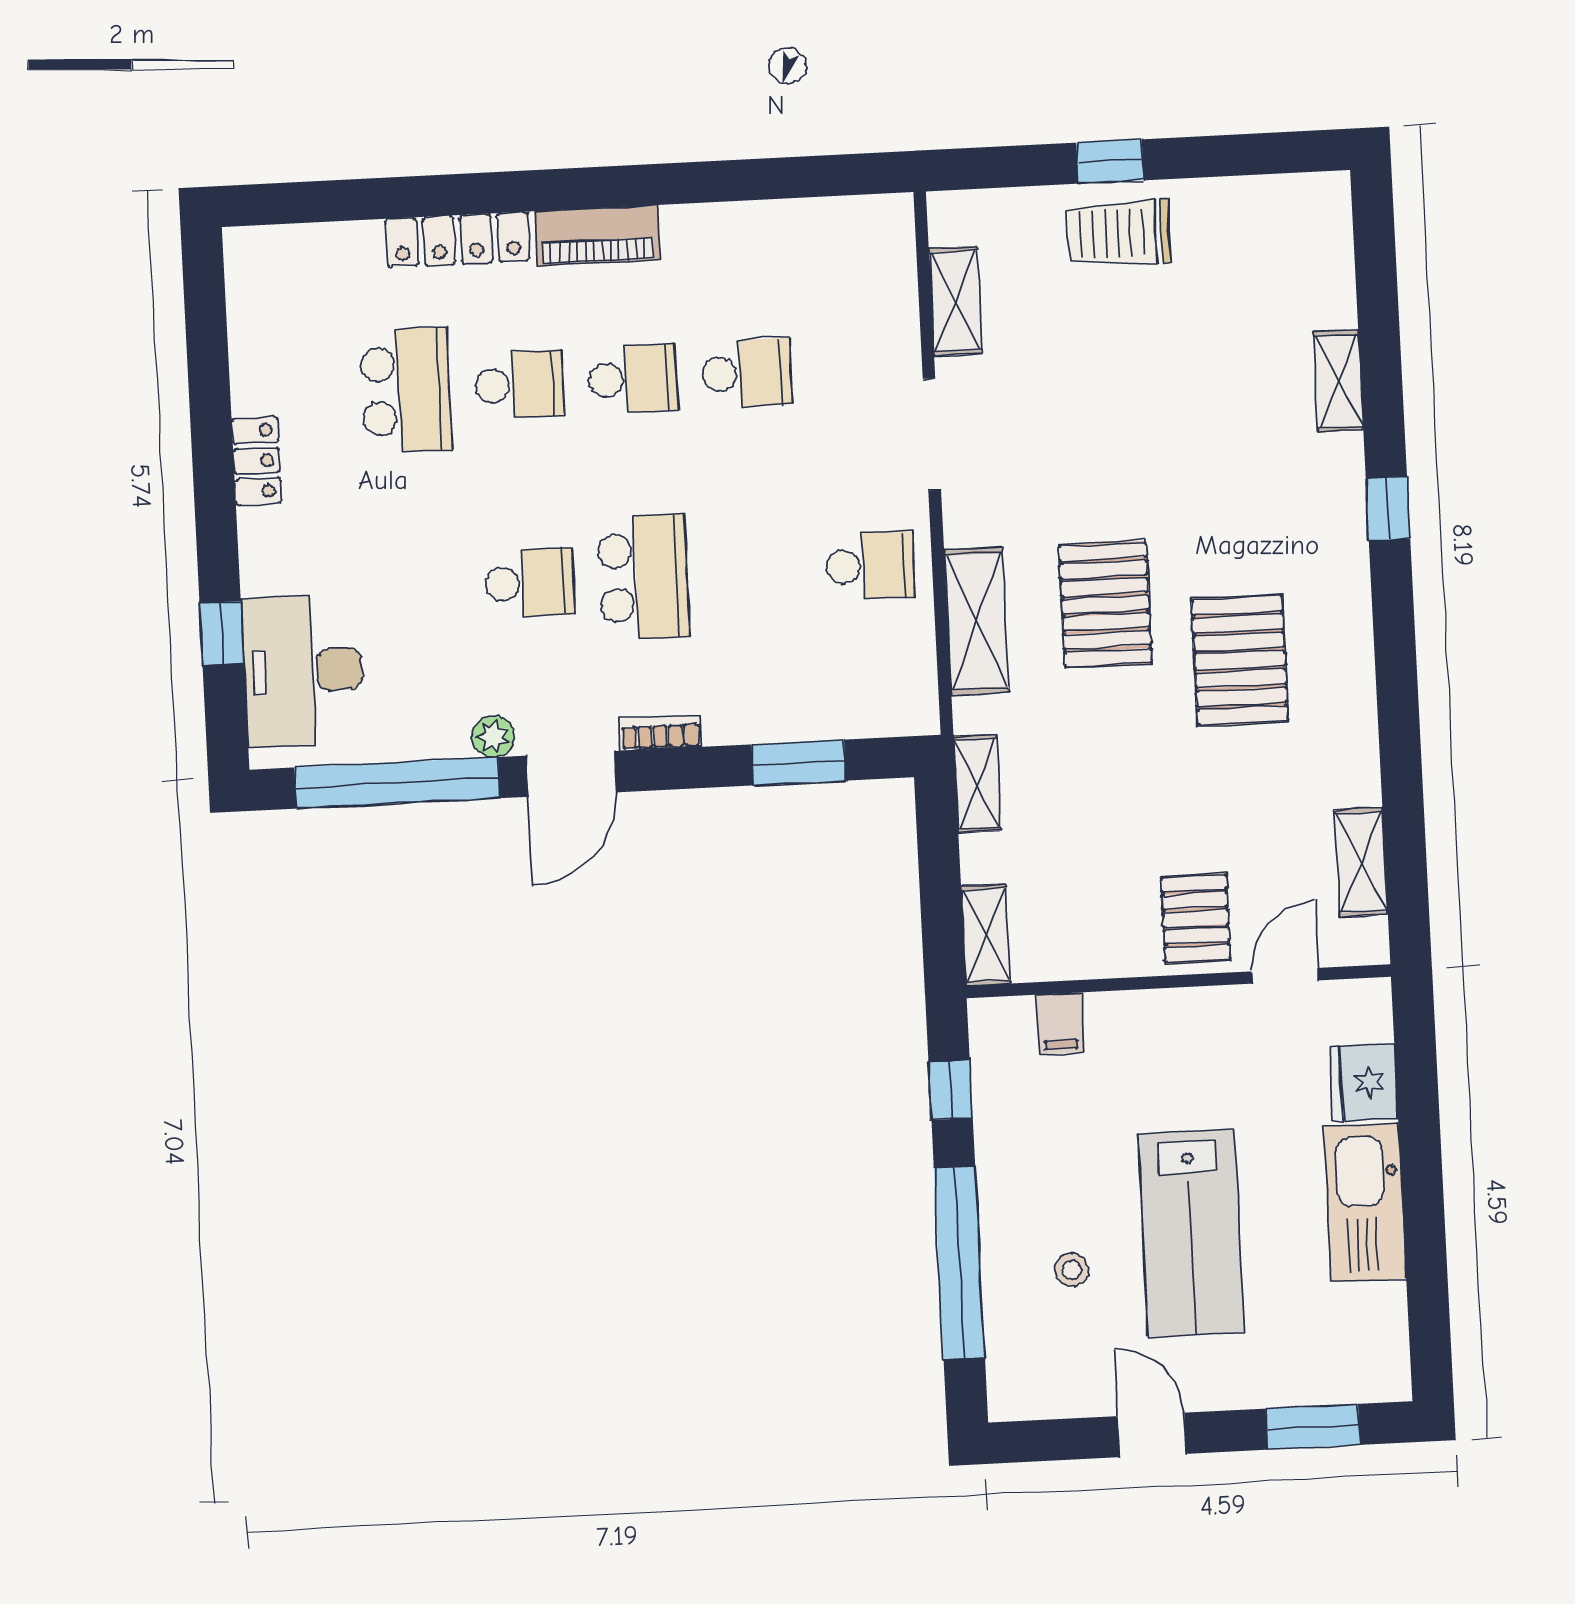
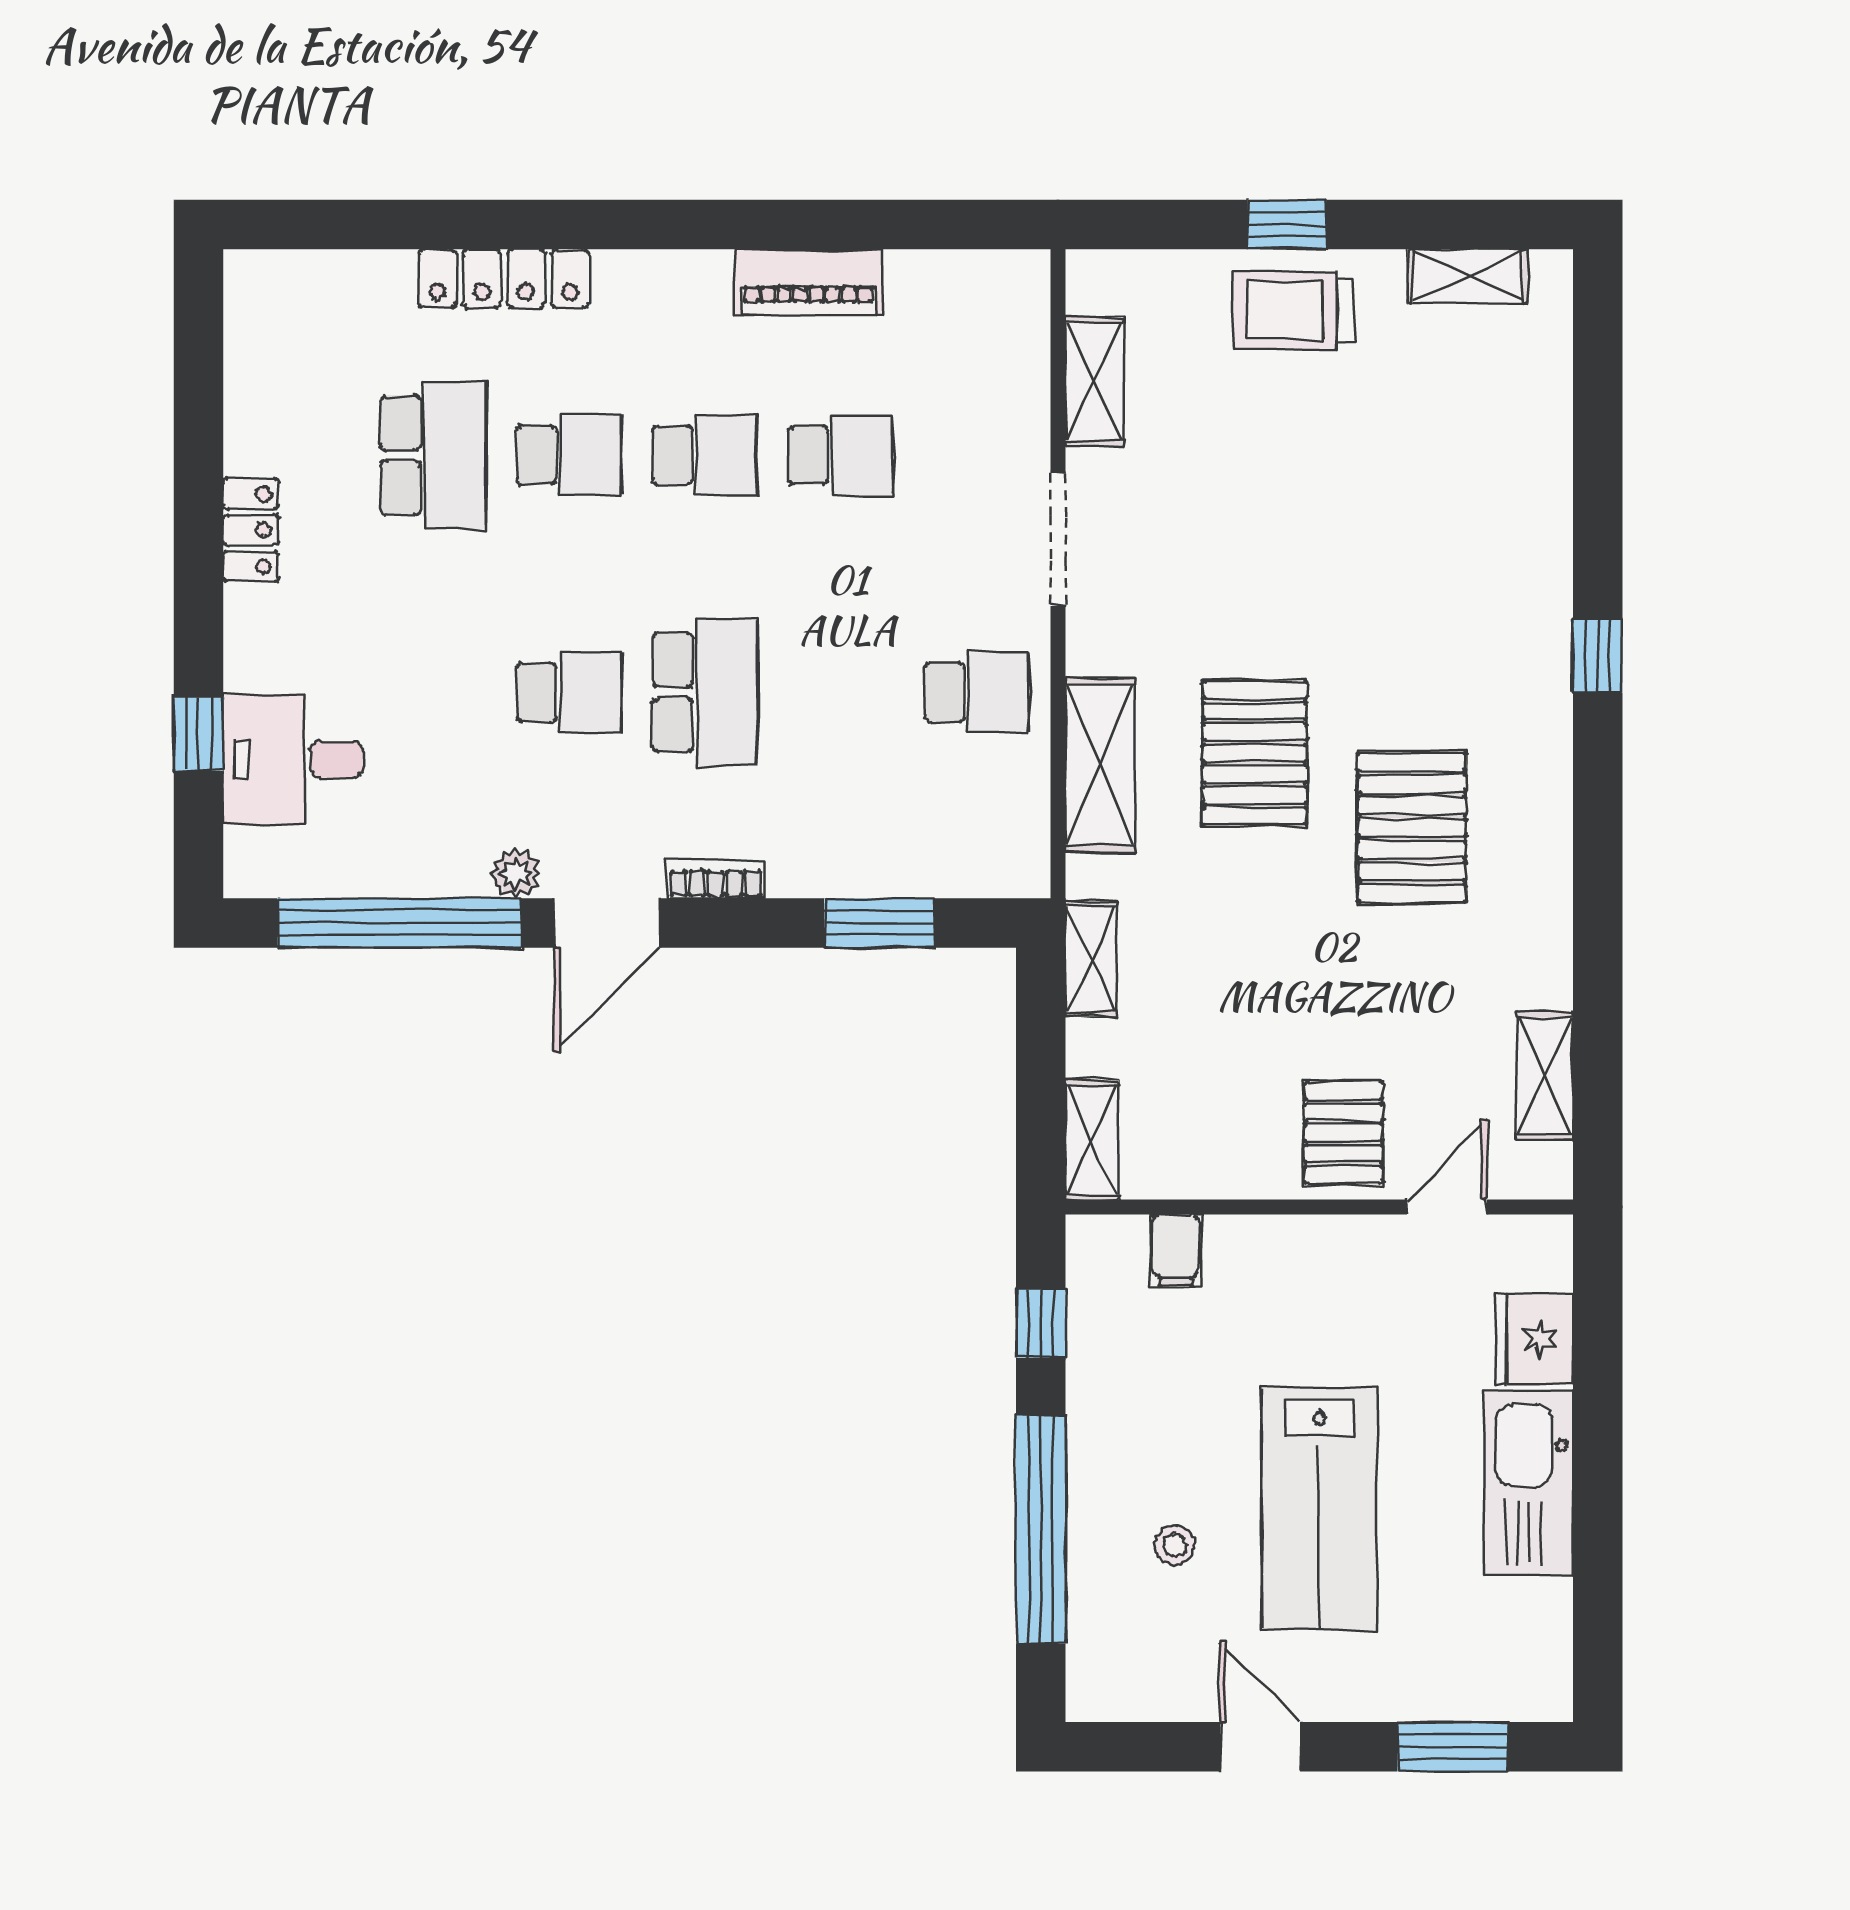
piano: (597, 236) -> (808, 282), moved
shelving: (1338, 381) -> (1468, 276), moved, turned 90
desk: (303, 671) -> (293, 759), width x0.73

